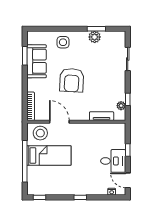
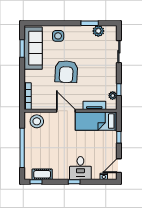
plant: (95, 37) -> (98, 31), moved
sofa: (37, 61) -> (33, 48), width x1.36
door: (59, 122) -> (66, 111), moved
bed: (49, 156) -> (96, 121), moved, turned 180
desk: (113, 161) -> (80, 168), moved, turned 90
door: (128, 180) -> (119, 166), hinge flipped
cot: (46, 189) -> (42, 174), added

